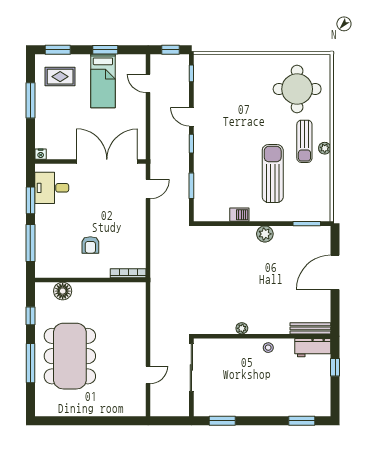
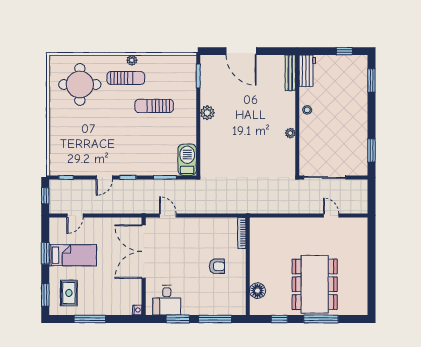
sun lounger: (273, 174) -> (154, 106), width x0.73, depth x0.75
barbecue: (239, 215) -> (187, 160), moved, width x1.88, depth x1.53
dining table: (70, 356) -> (315, 284), turned 90
window: (335, 367) -> (344, 51), moved

